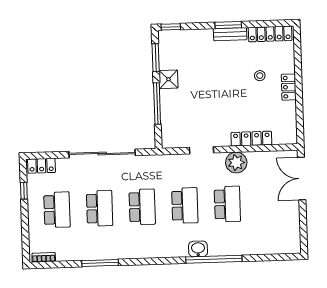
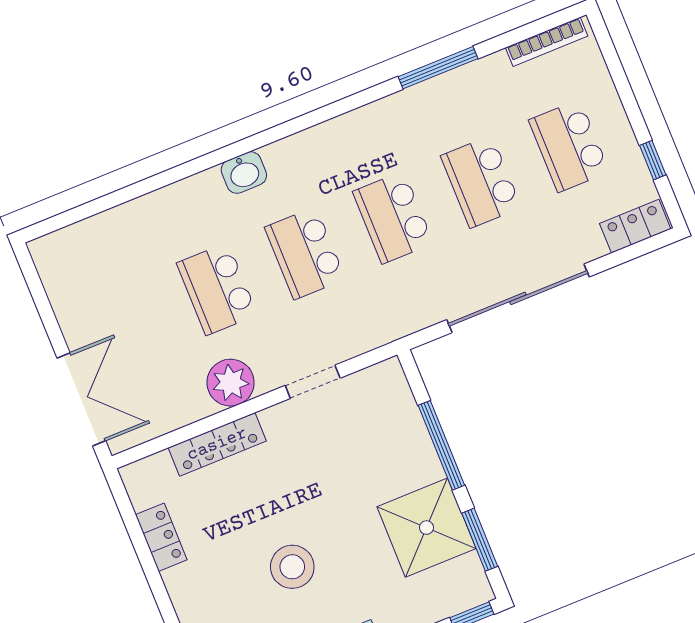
stool: (260, 76) -> (292, 567), moved, width x1.89, depth x1.89
shower: (168, 79) -> (426, 528), width x1.86, depth x1.86
locker: (289, 87) -> (161, 537), moved
bookcase: (44, 257) -> (547, 42), width x1.56
window: (214, 259) -> (203, 163), removed

